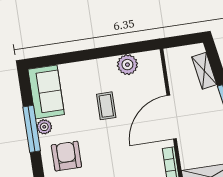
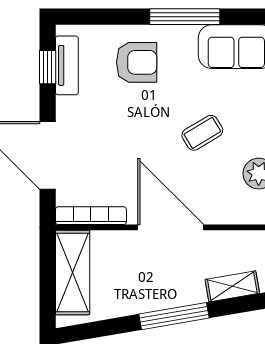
coffee table: (106, 106) -> (202, 133), turned -31
plant: (44, 127) -> (185, 36), removed

